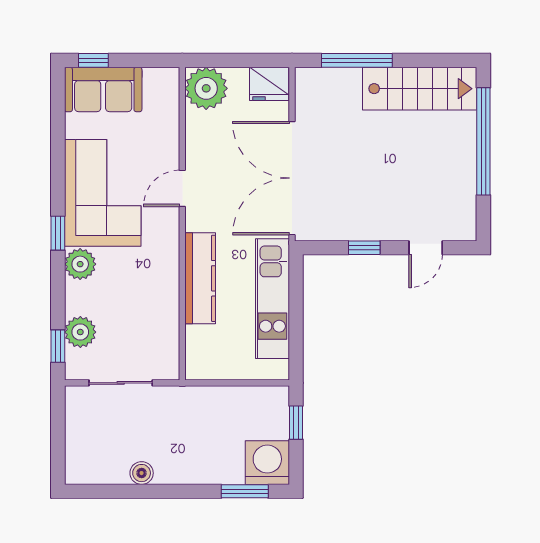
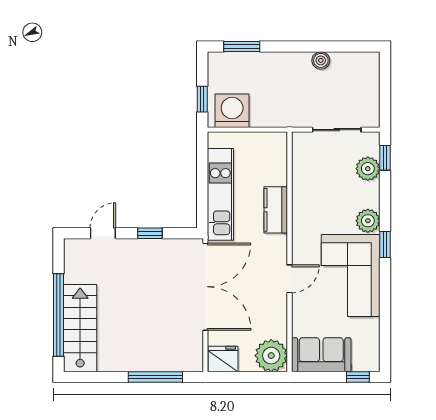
sofa: (103, 89) -> (321, 355), moved
stairs: (420, 89) -> (80, 328), moved, turned 90
kitchen counter: (200, 278) -> (276, 210), width x0.67
washing machine: (267, 463) -> (232, 111), moved, turned 180

